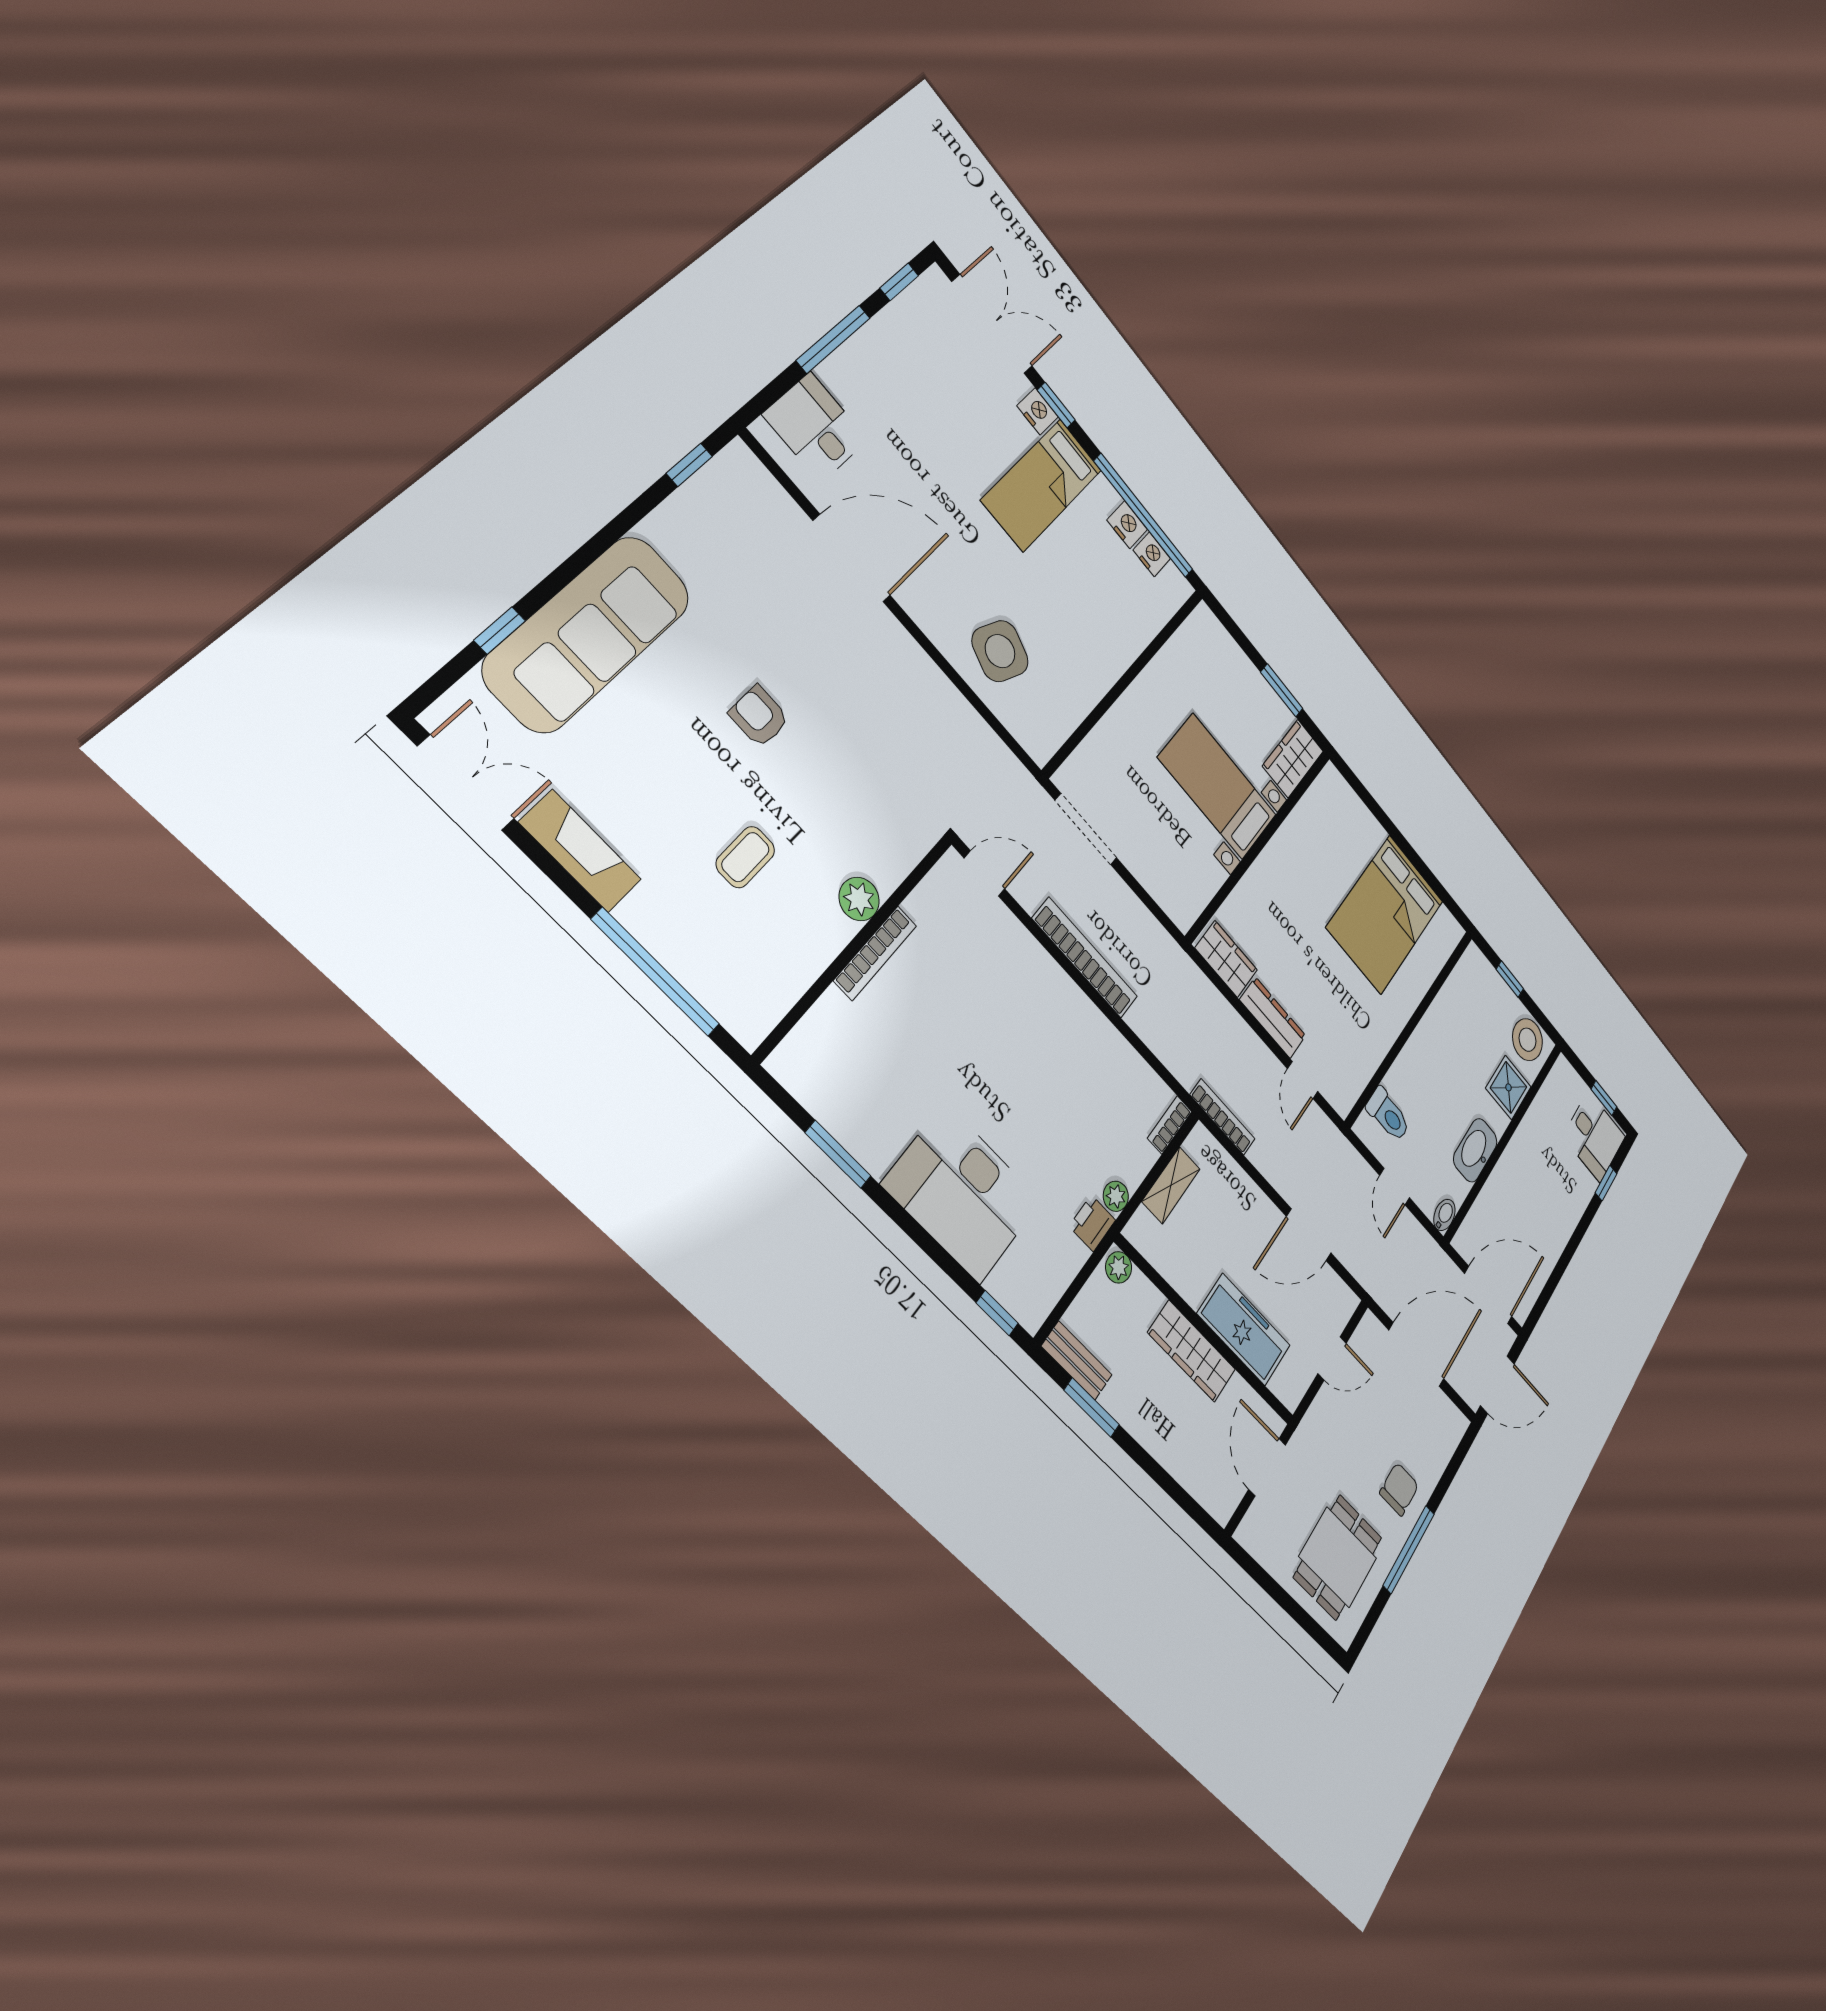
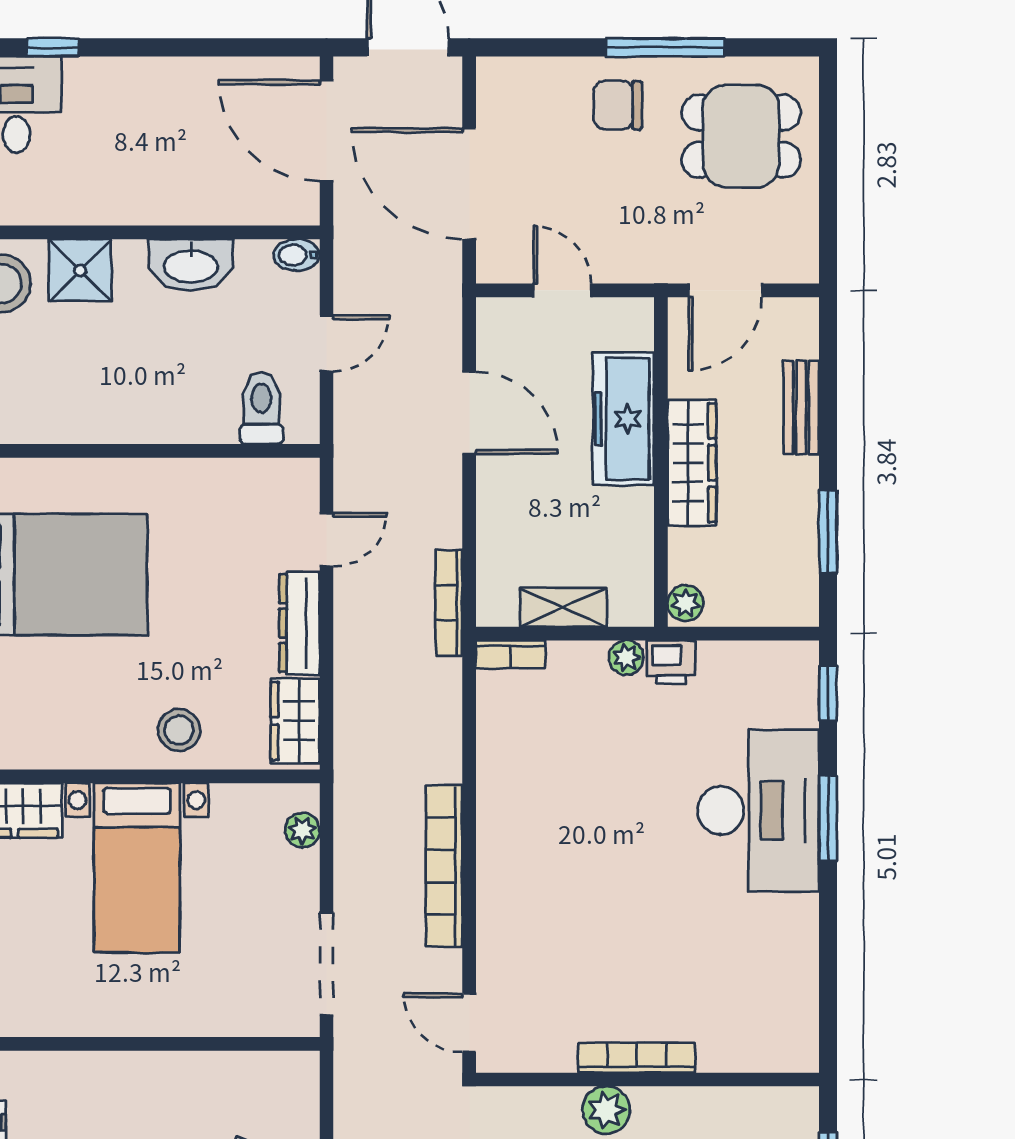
stool: (1268, 890) -> (179, 730), added
plant: (1168, 898) -> (302, 830), added
window: (838, 1154) -> (828, 818), moved
bench: (1077, 1361) -> (801, 407), moved

